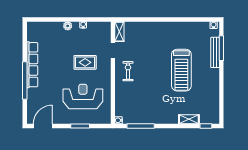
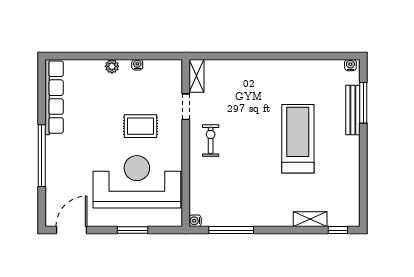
row of seats: (32, 65) -> (54, 97), moved
treadmill: (181, 70) -> (298, 139), turned 180
reception desk: (83, 96) -> (137, 182), width x1.36, depth x1.30

